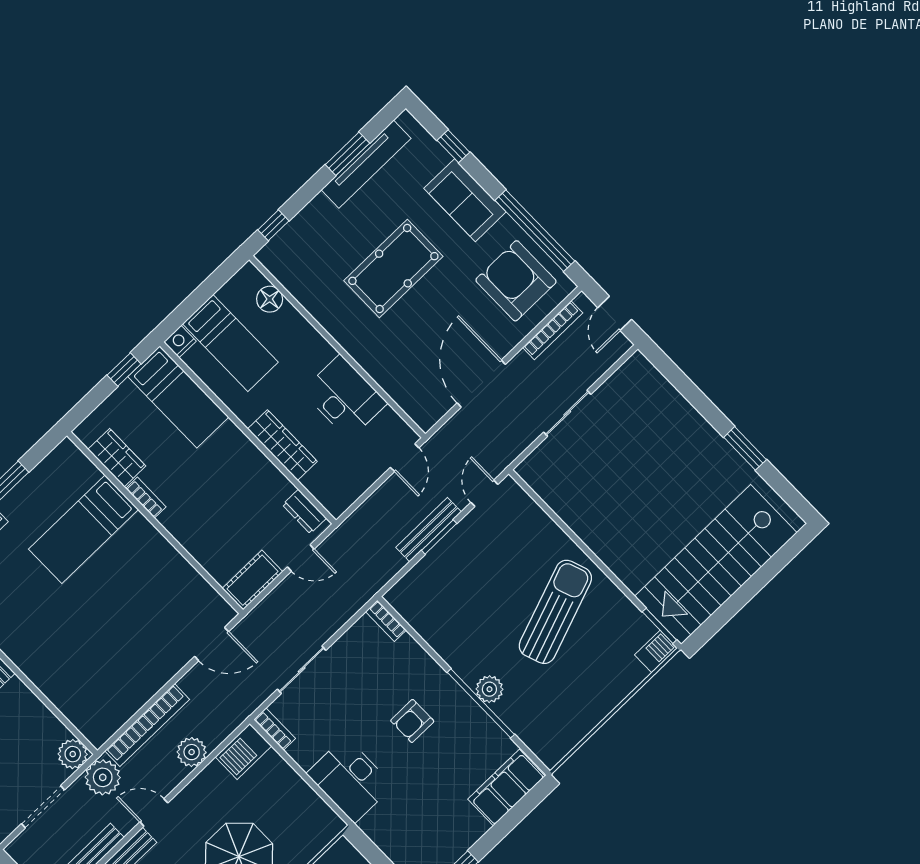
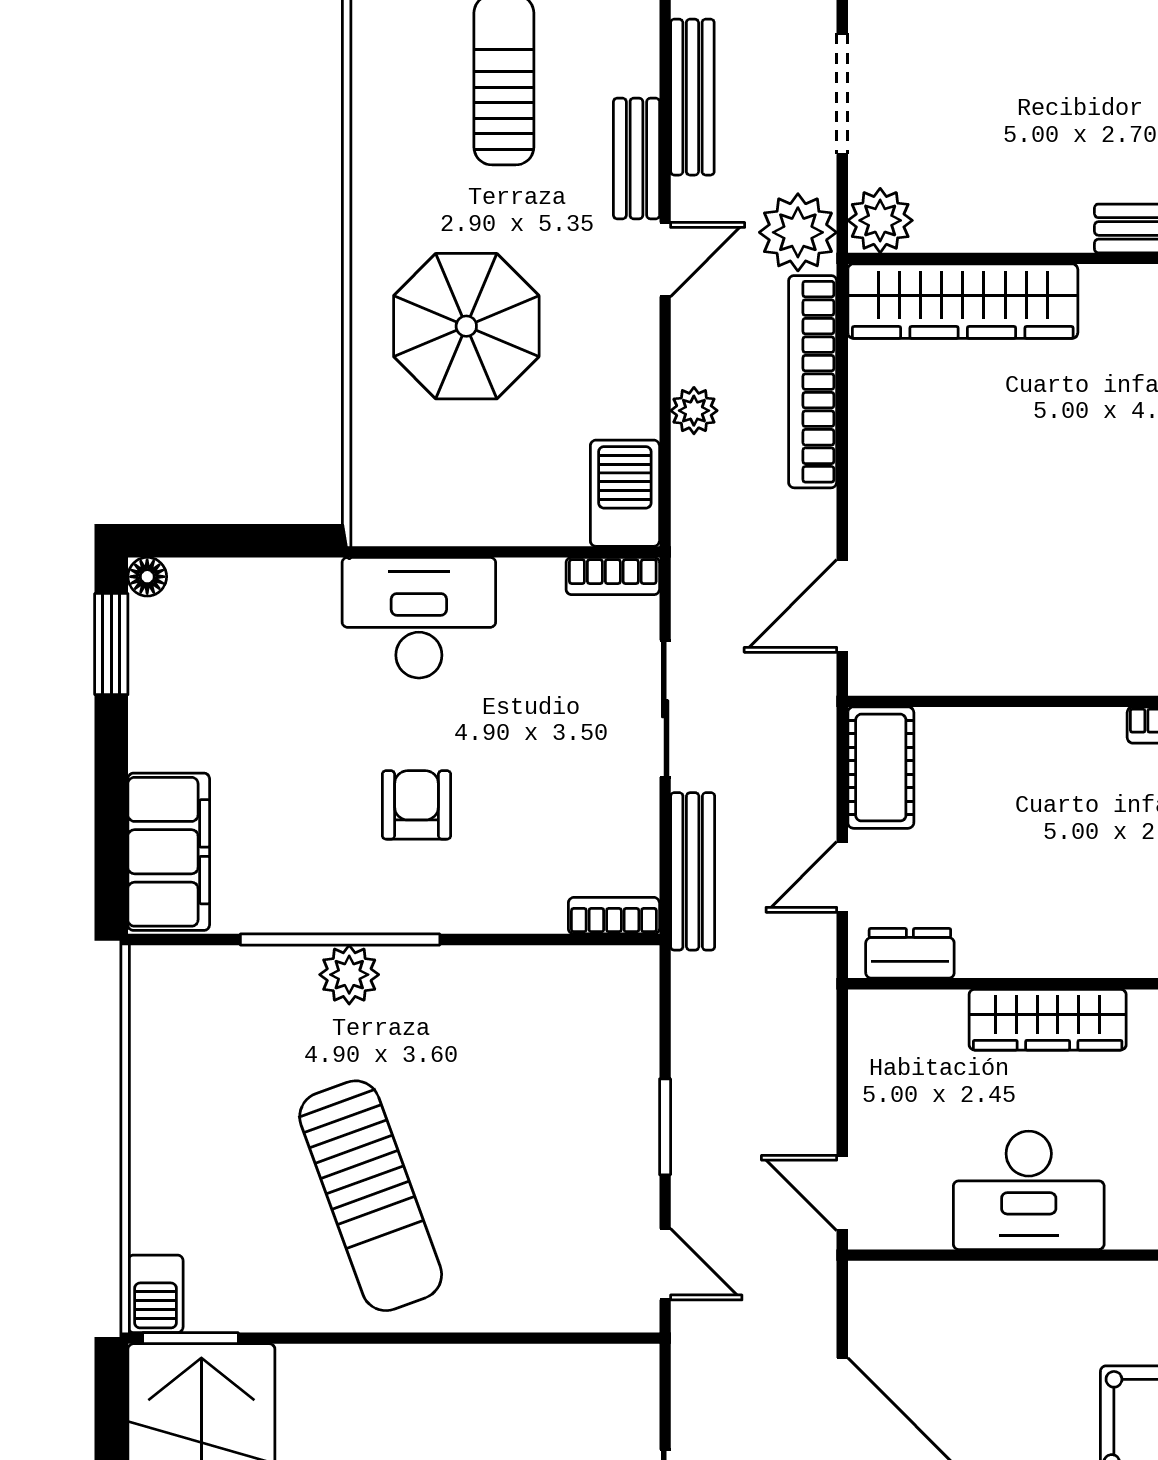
bench: (429, 530) -> (693, 871), moved
wardrobe: (73, 701) -> (963, 301), added
plant: (192, 752) -> (694, 411), width x0.73, depth x0.73

